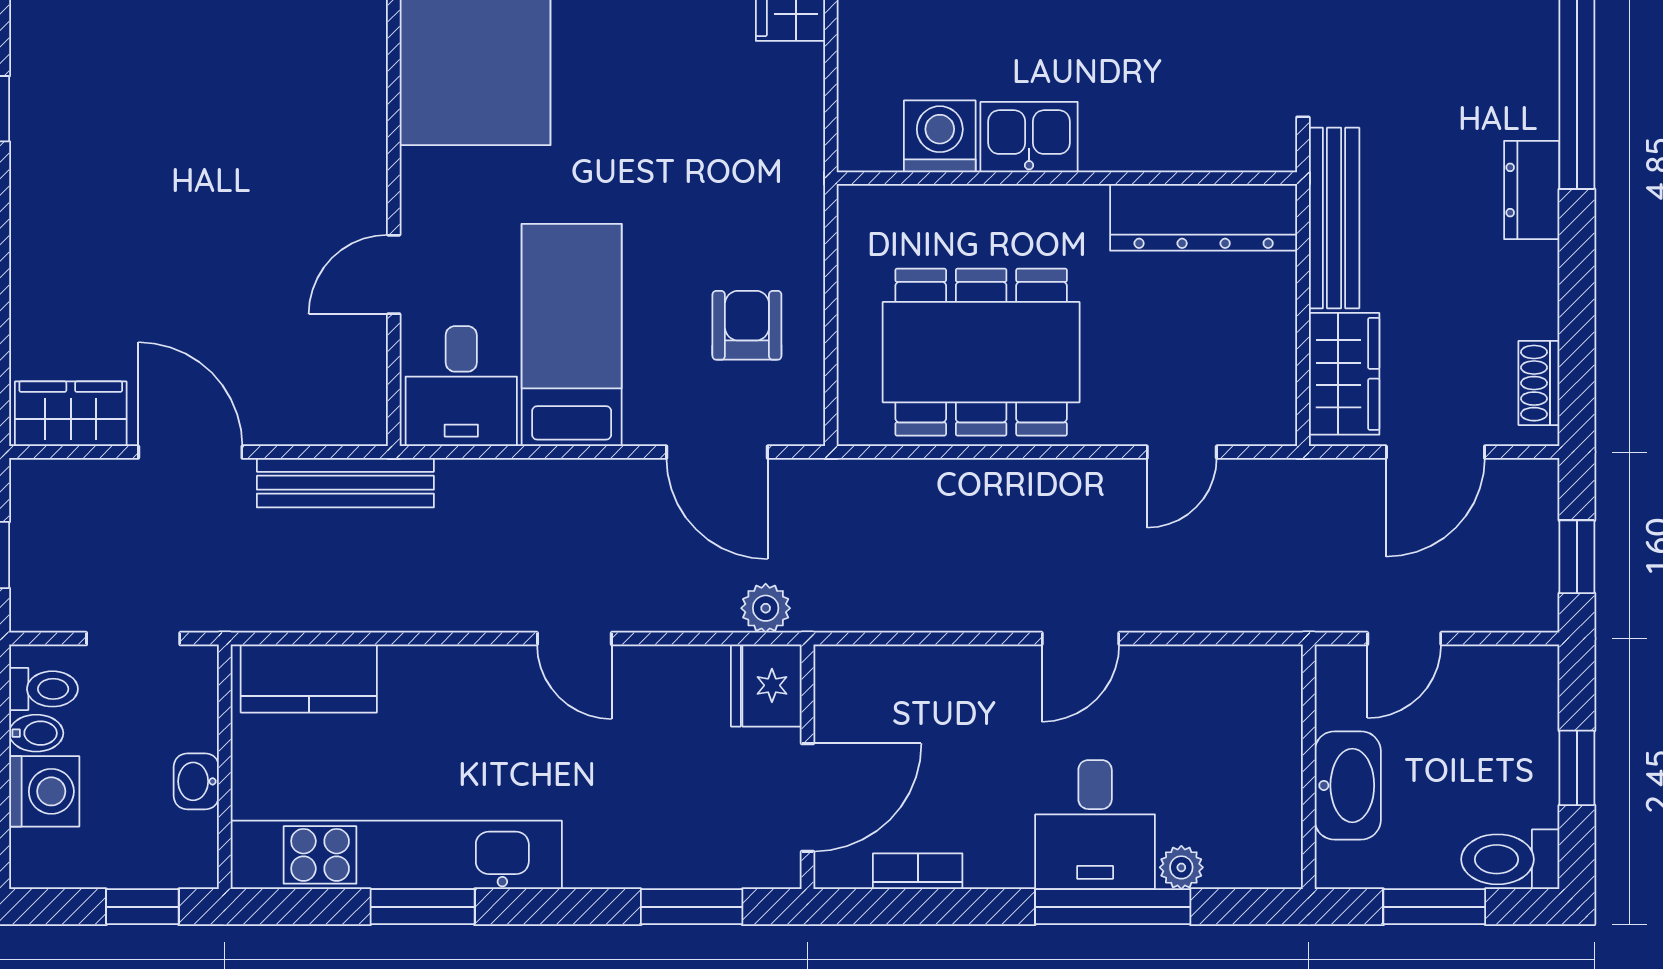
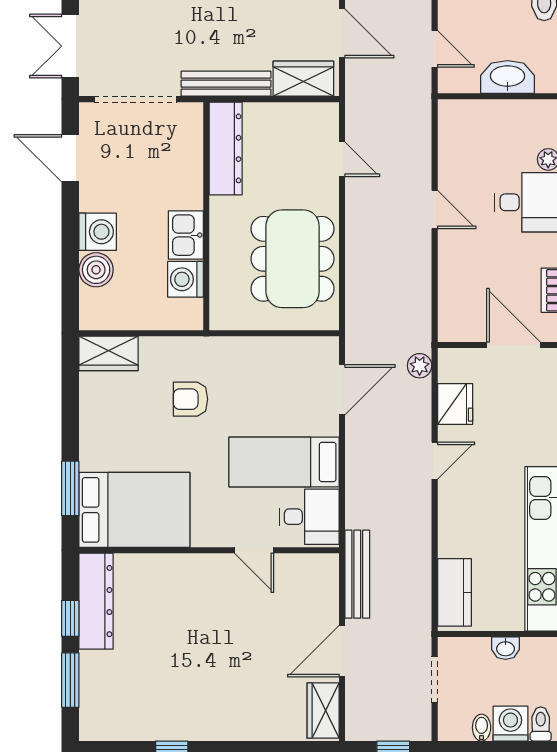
armchair: (747, 325) -> (191, 399), moved
fridge: (766, 685) -> (455, 404), moved, turned -90
toilet: (43, 689) -> (541, 724), moved

